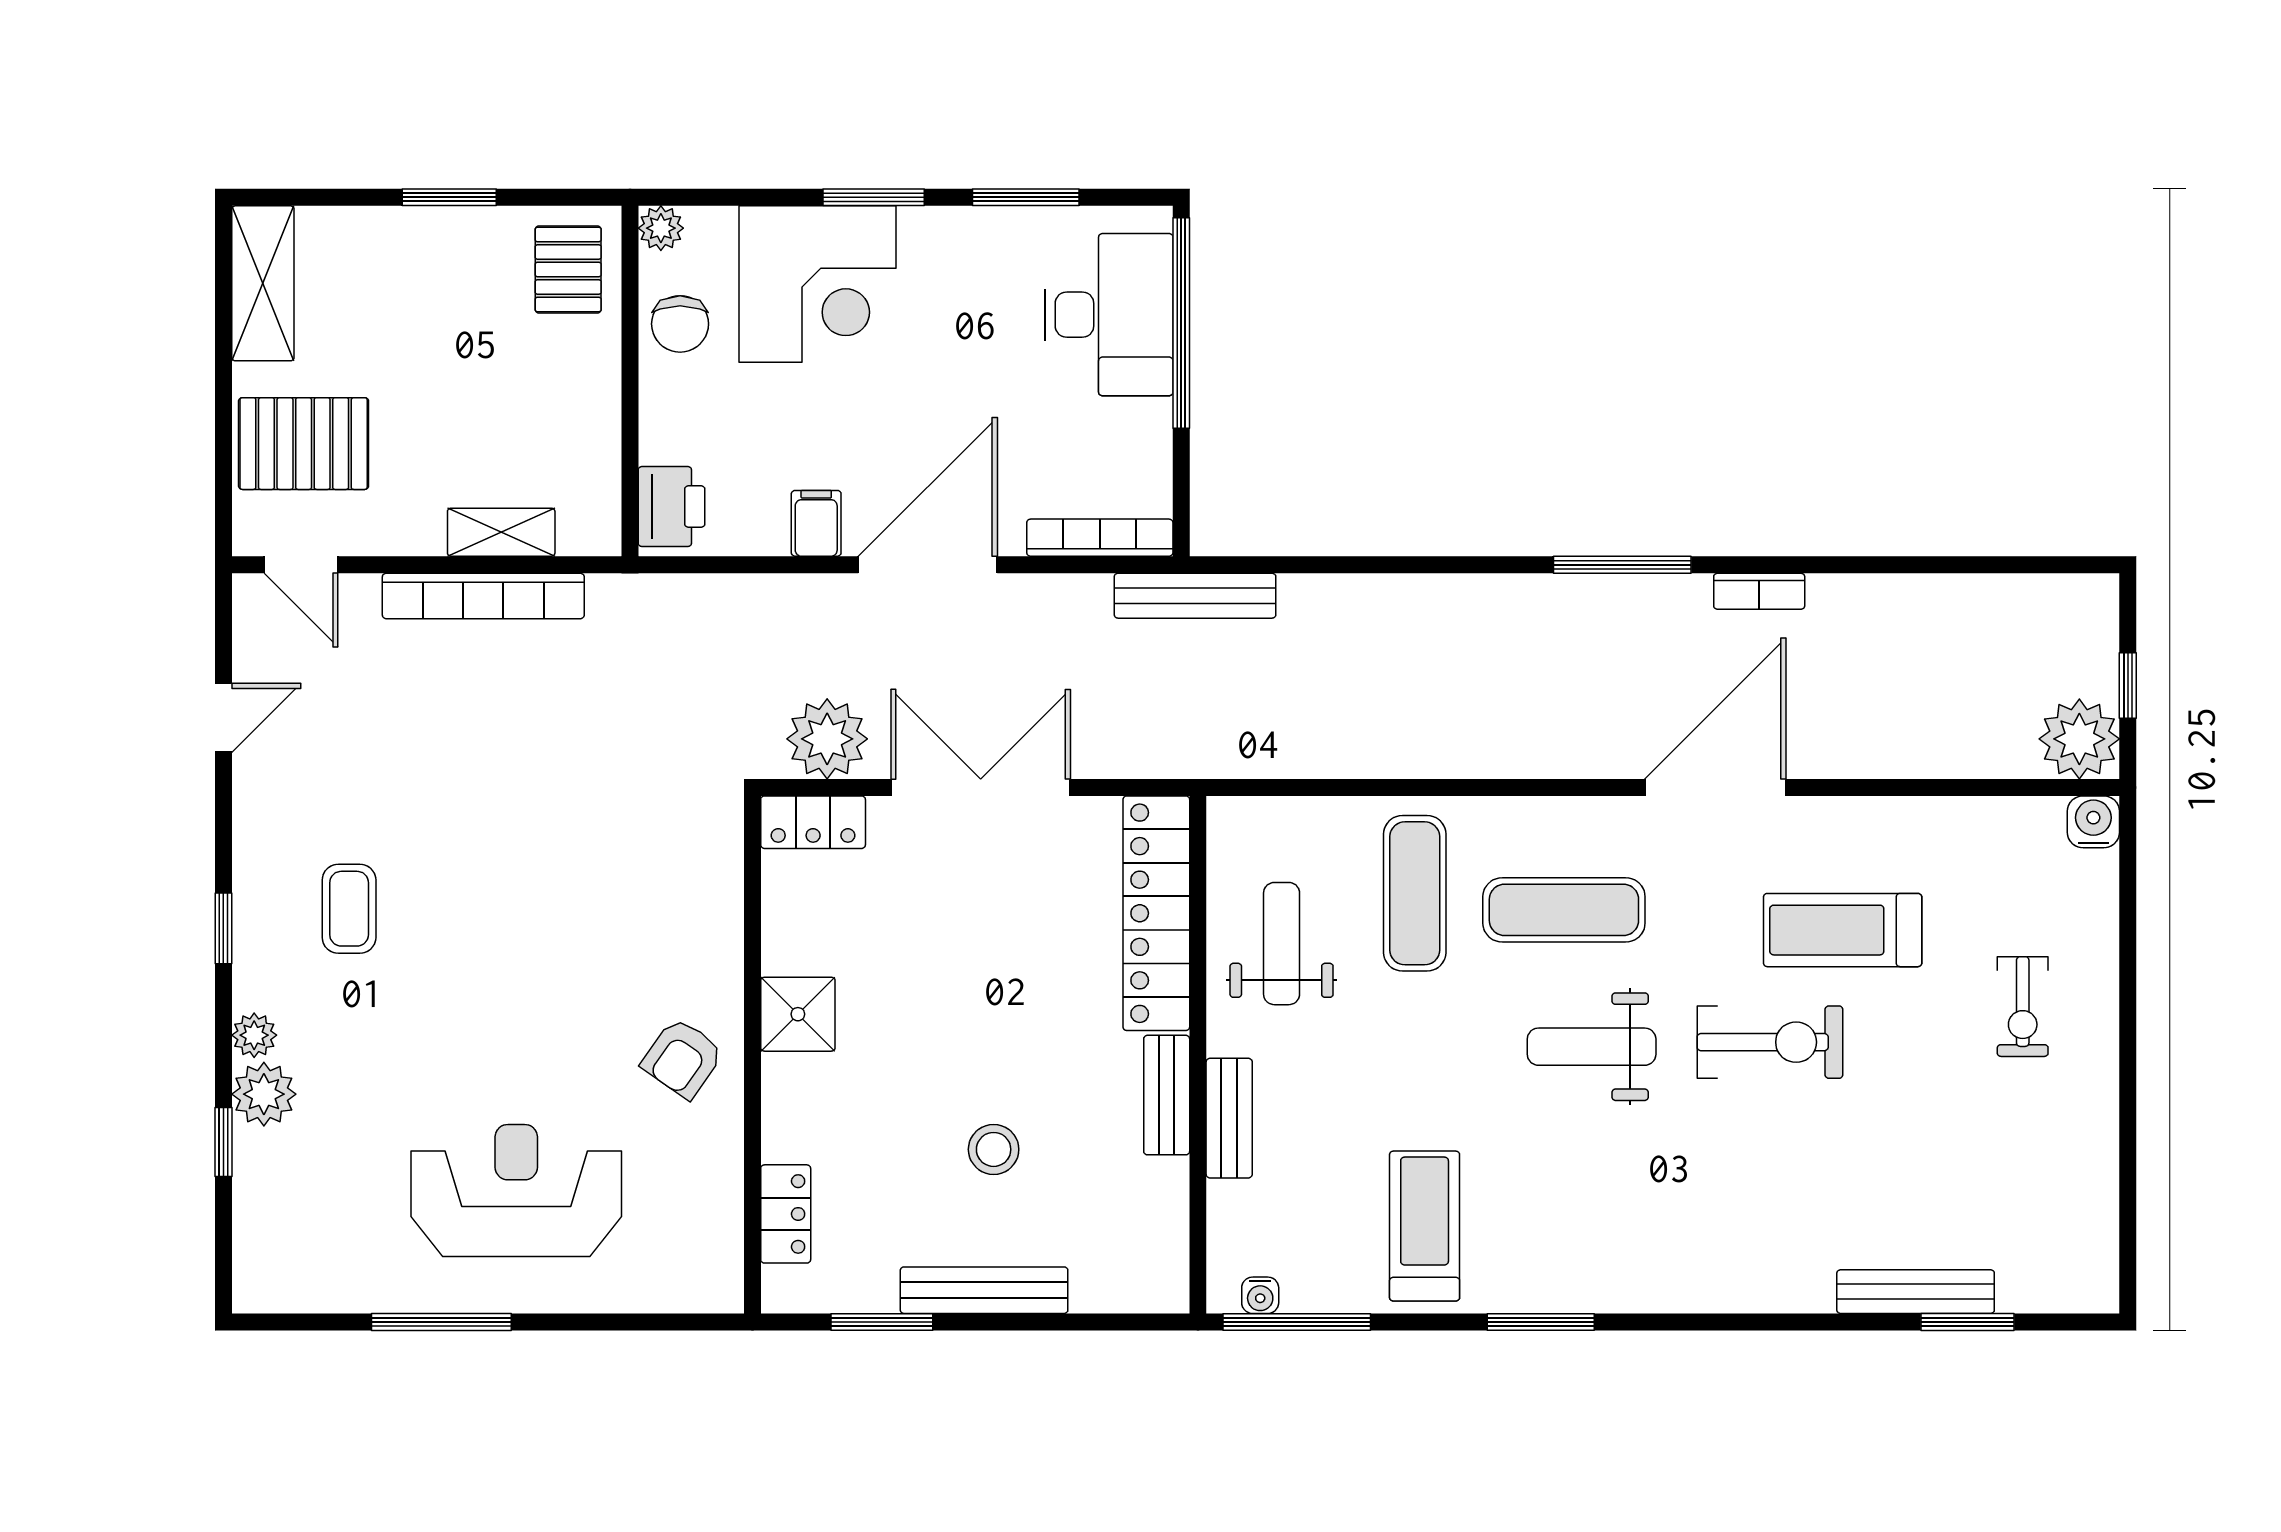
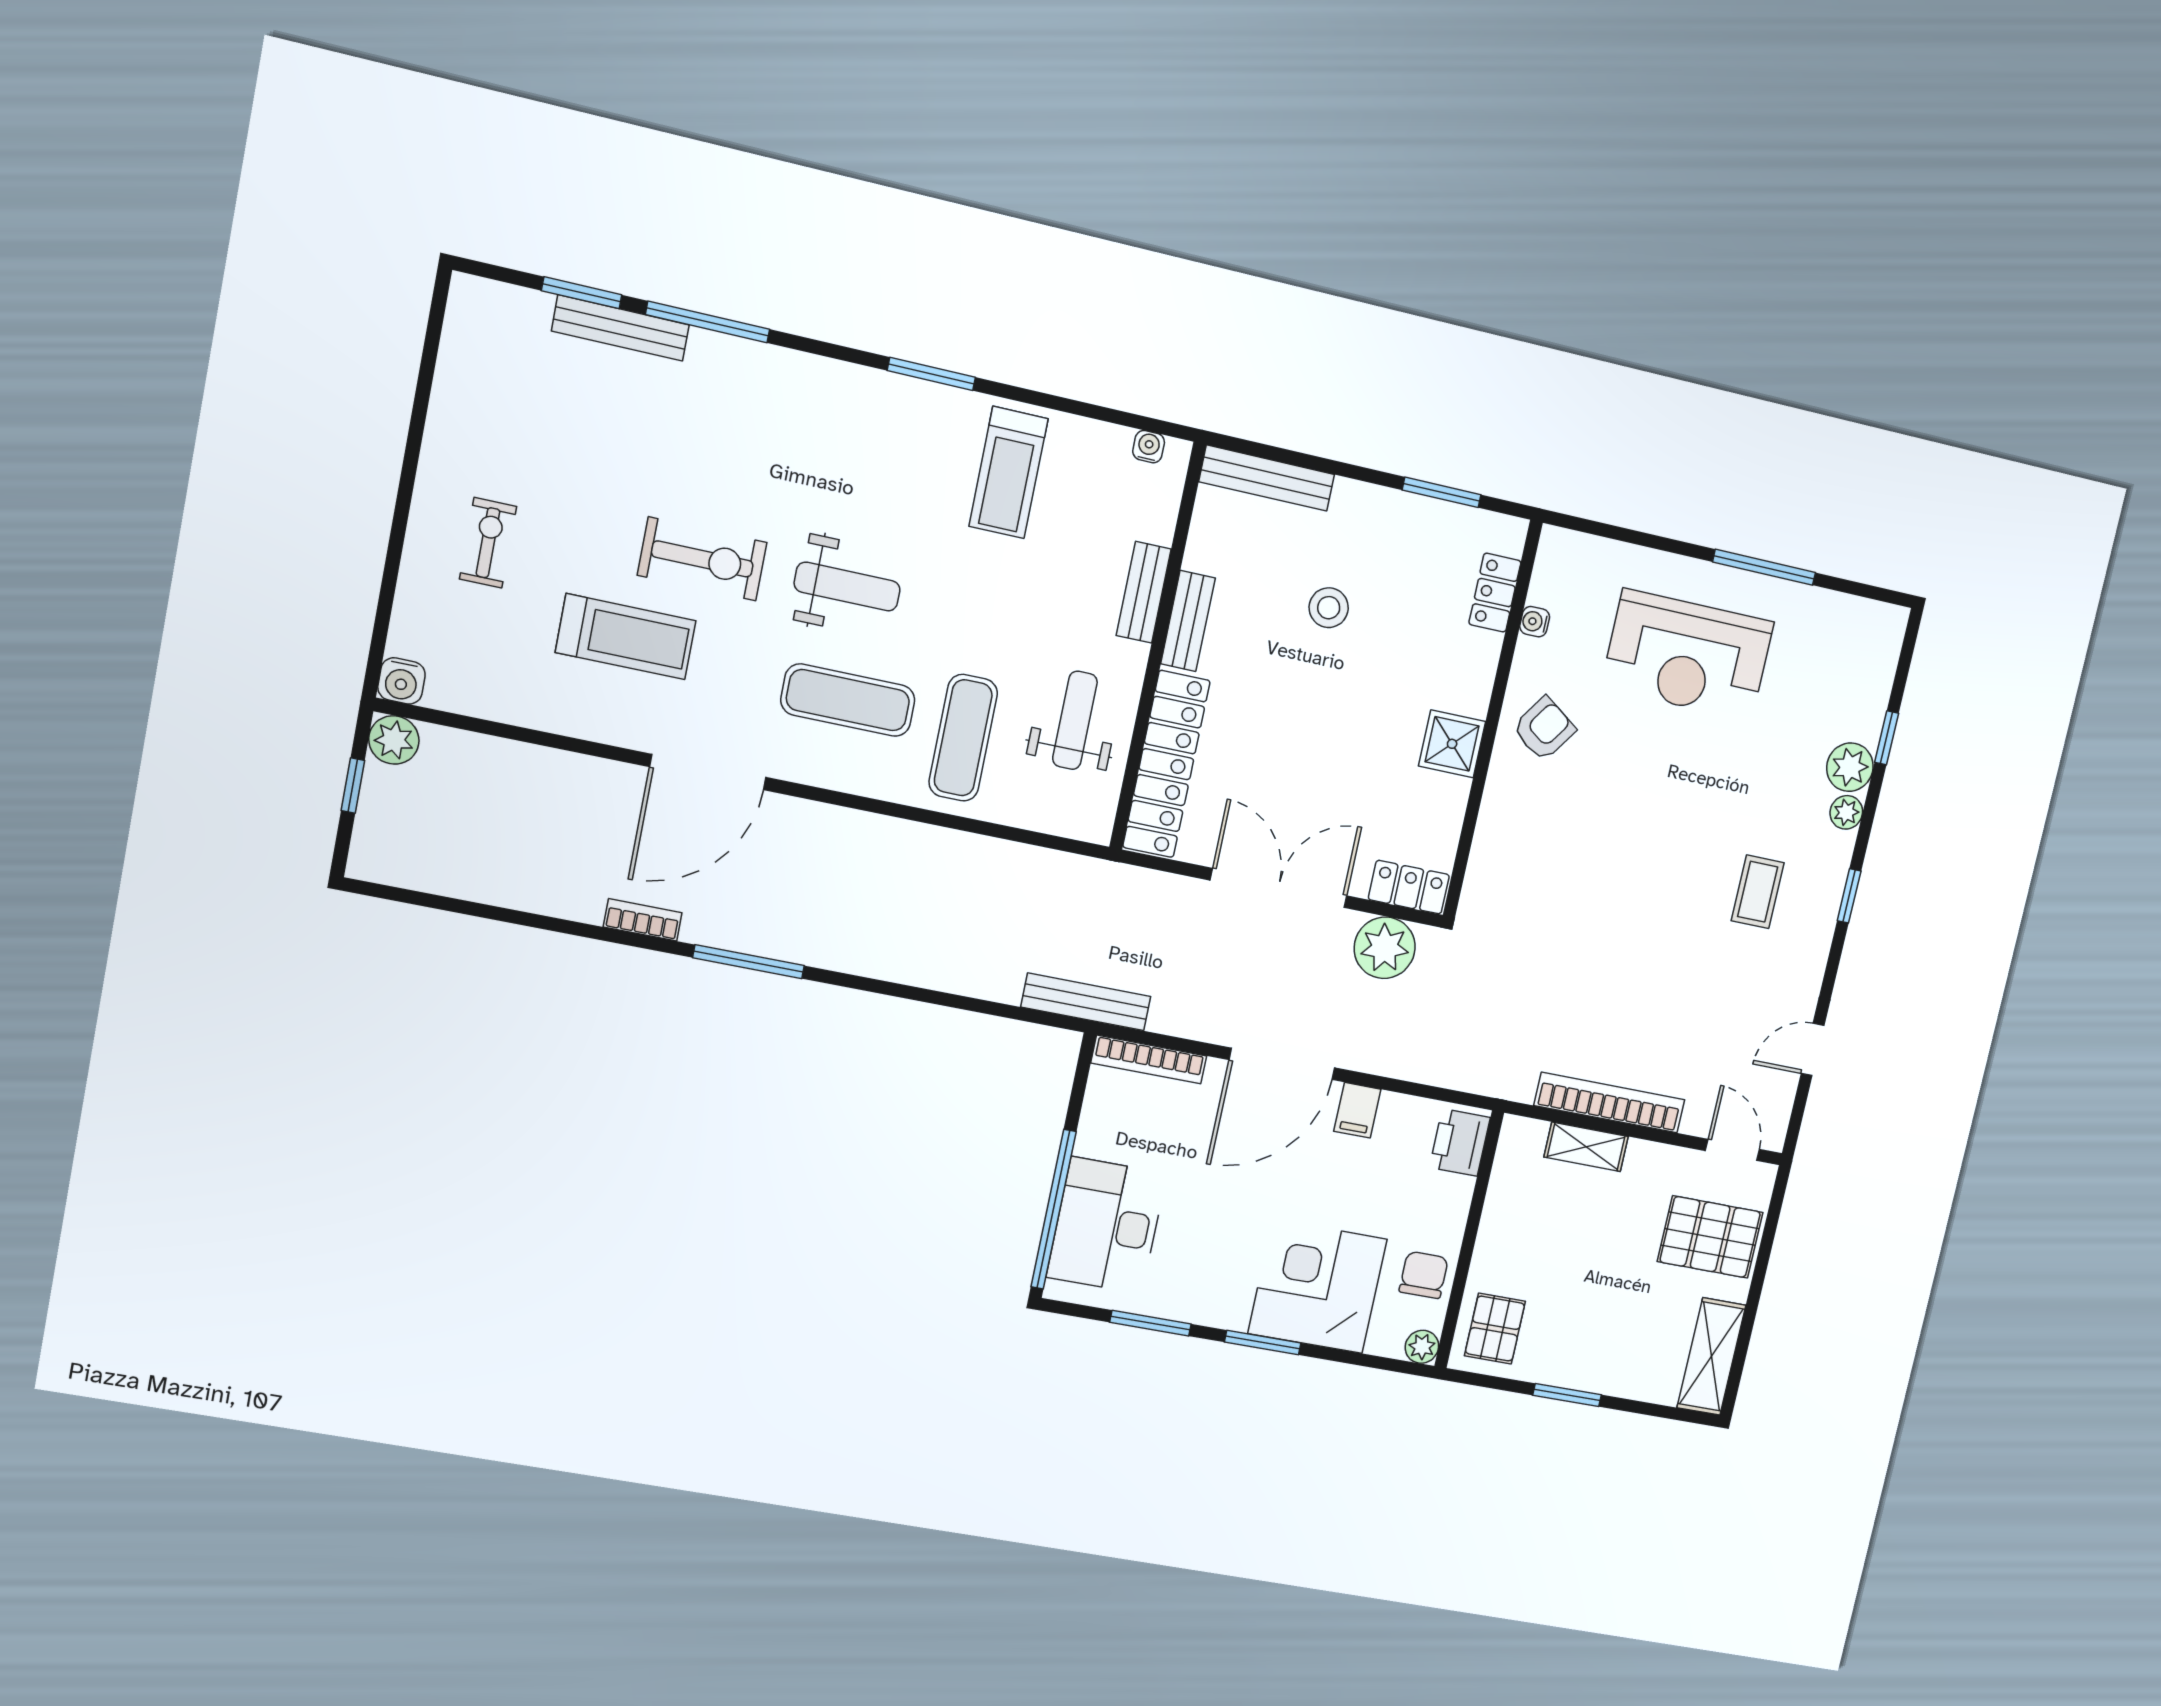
plant: (2079, 739) -> (394, 740), width x0.73, depth x0.73
double door: (981, 787) -> (1279, 888), swing flipped
weight bench: (1282, 944) -> (1075, 720), turned 180
exercise bike: (1770, 1042) -> (702, 559), turned 180
water cooler: (726, 1189) -> (1535, 622), added
bench: (984, 1290) -> (1267, 478), moved
window: (1297, 1322) -> (708, 322), moved

